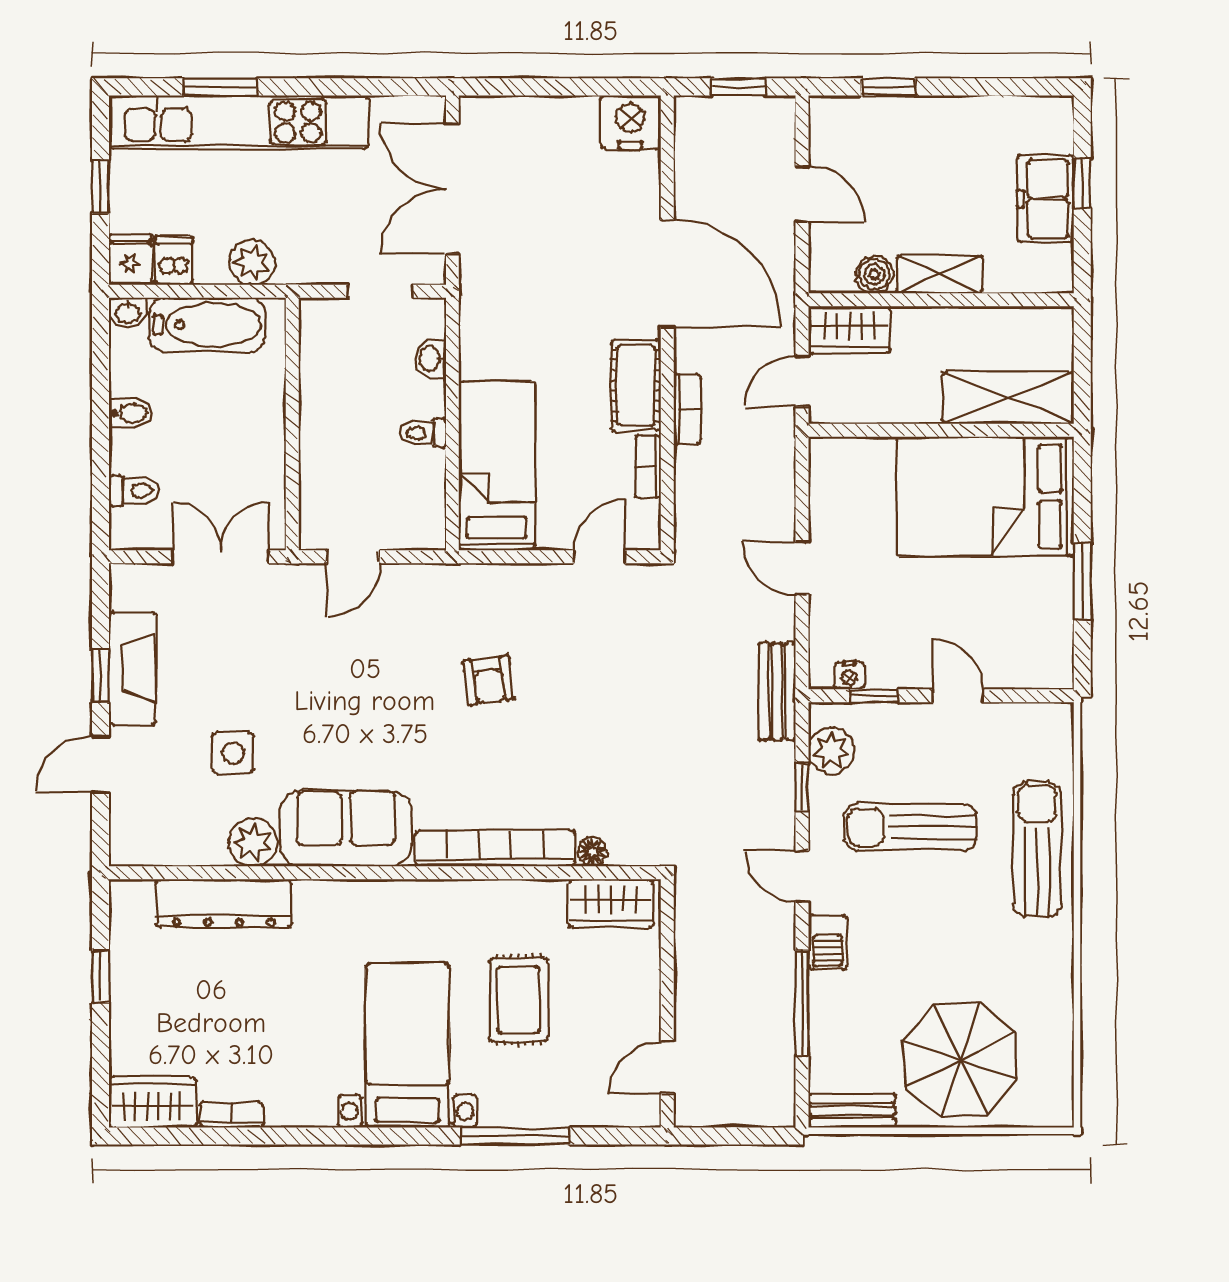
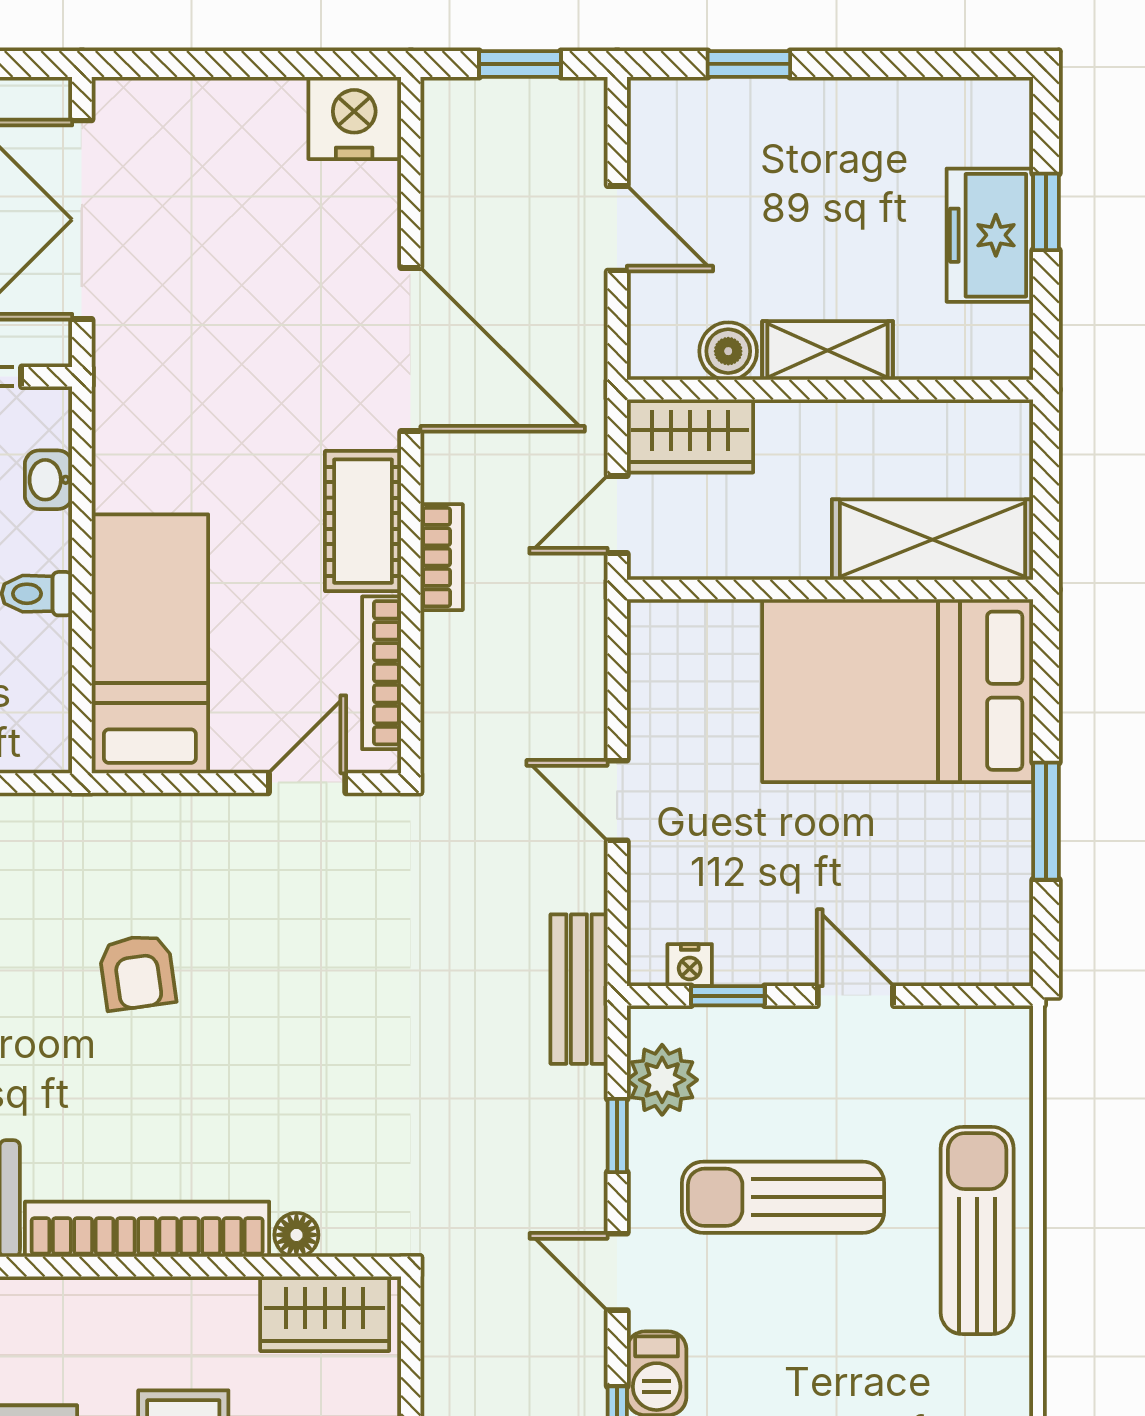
bookcase: (648, 467) -> (382, 673), width x1.56

